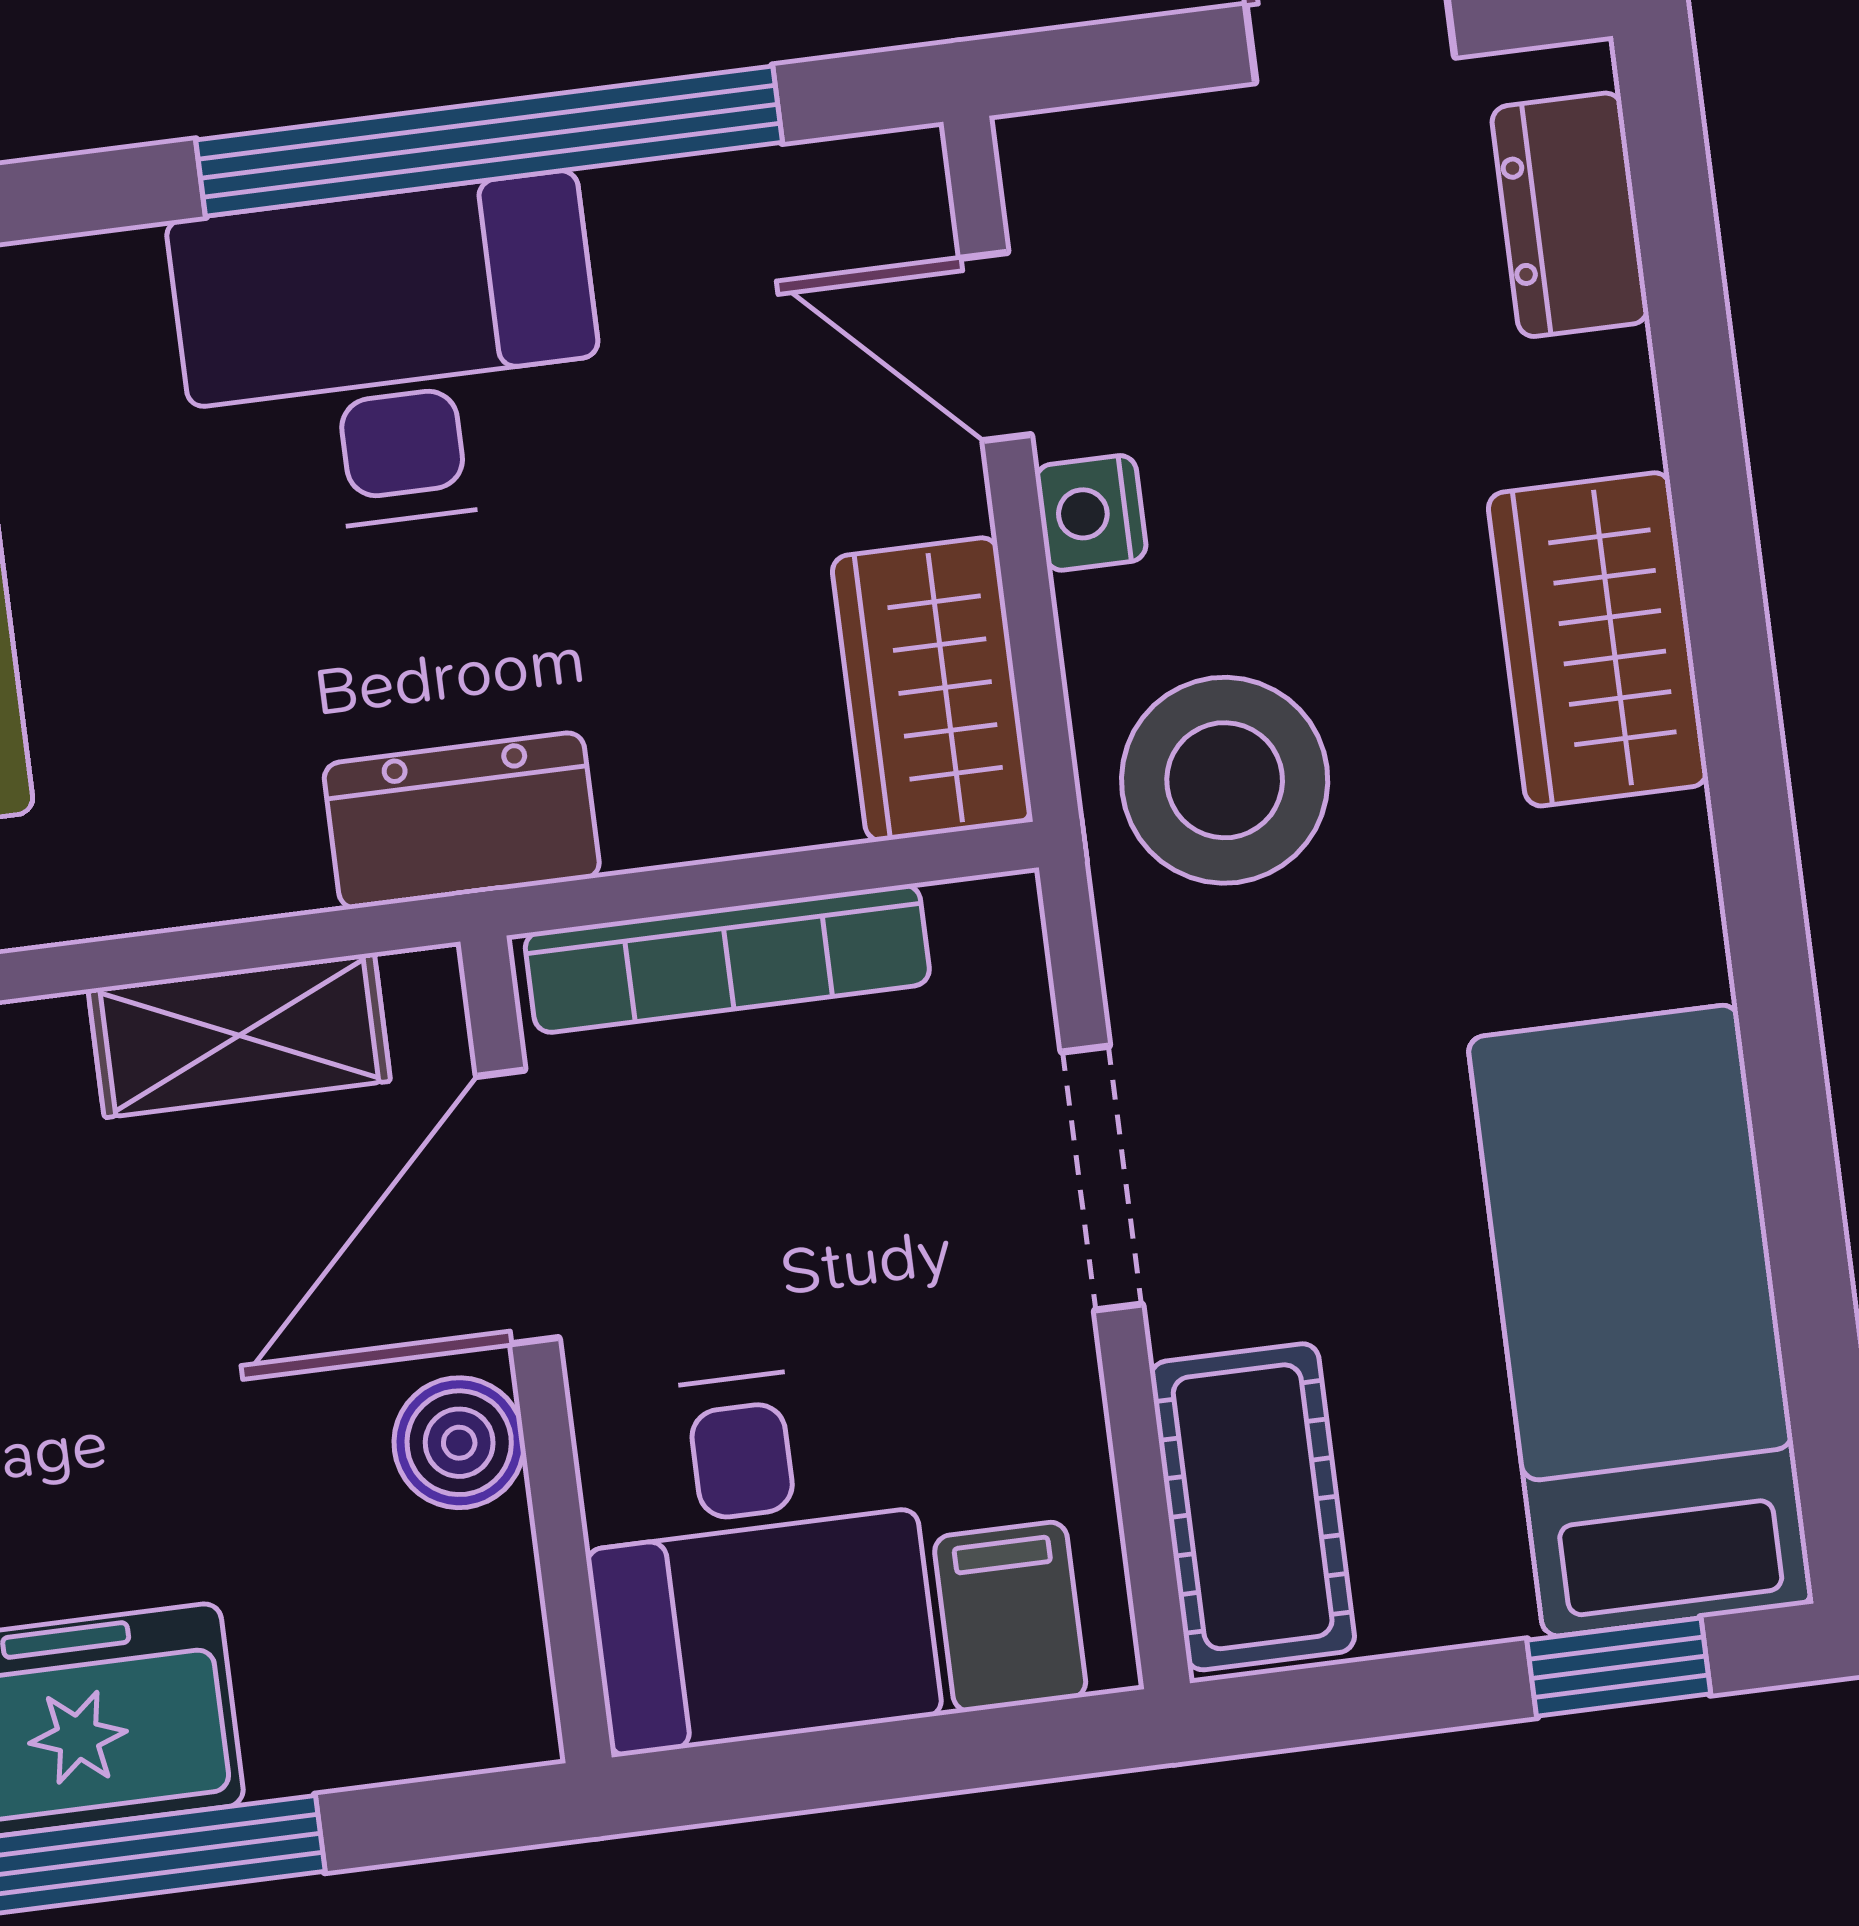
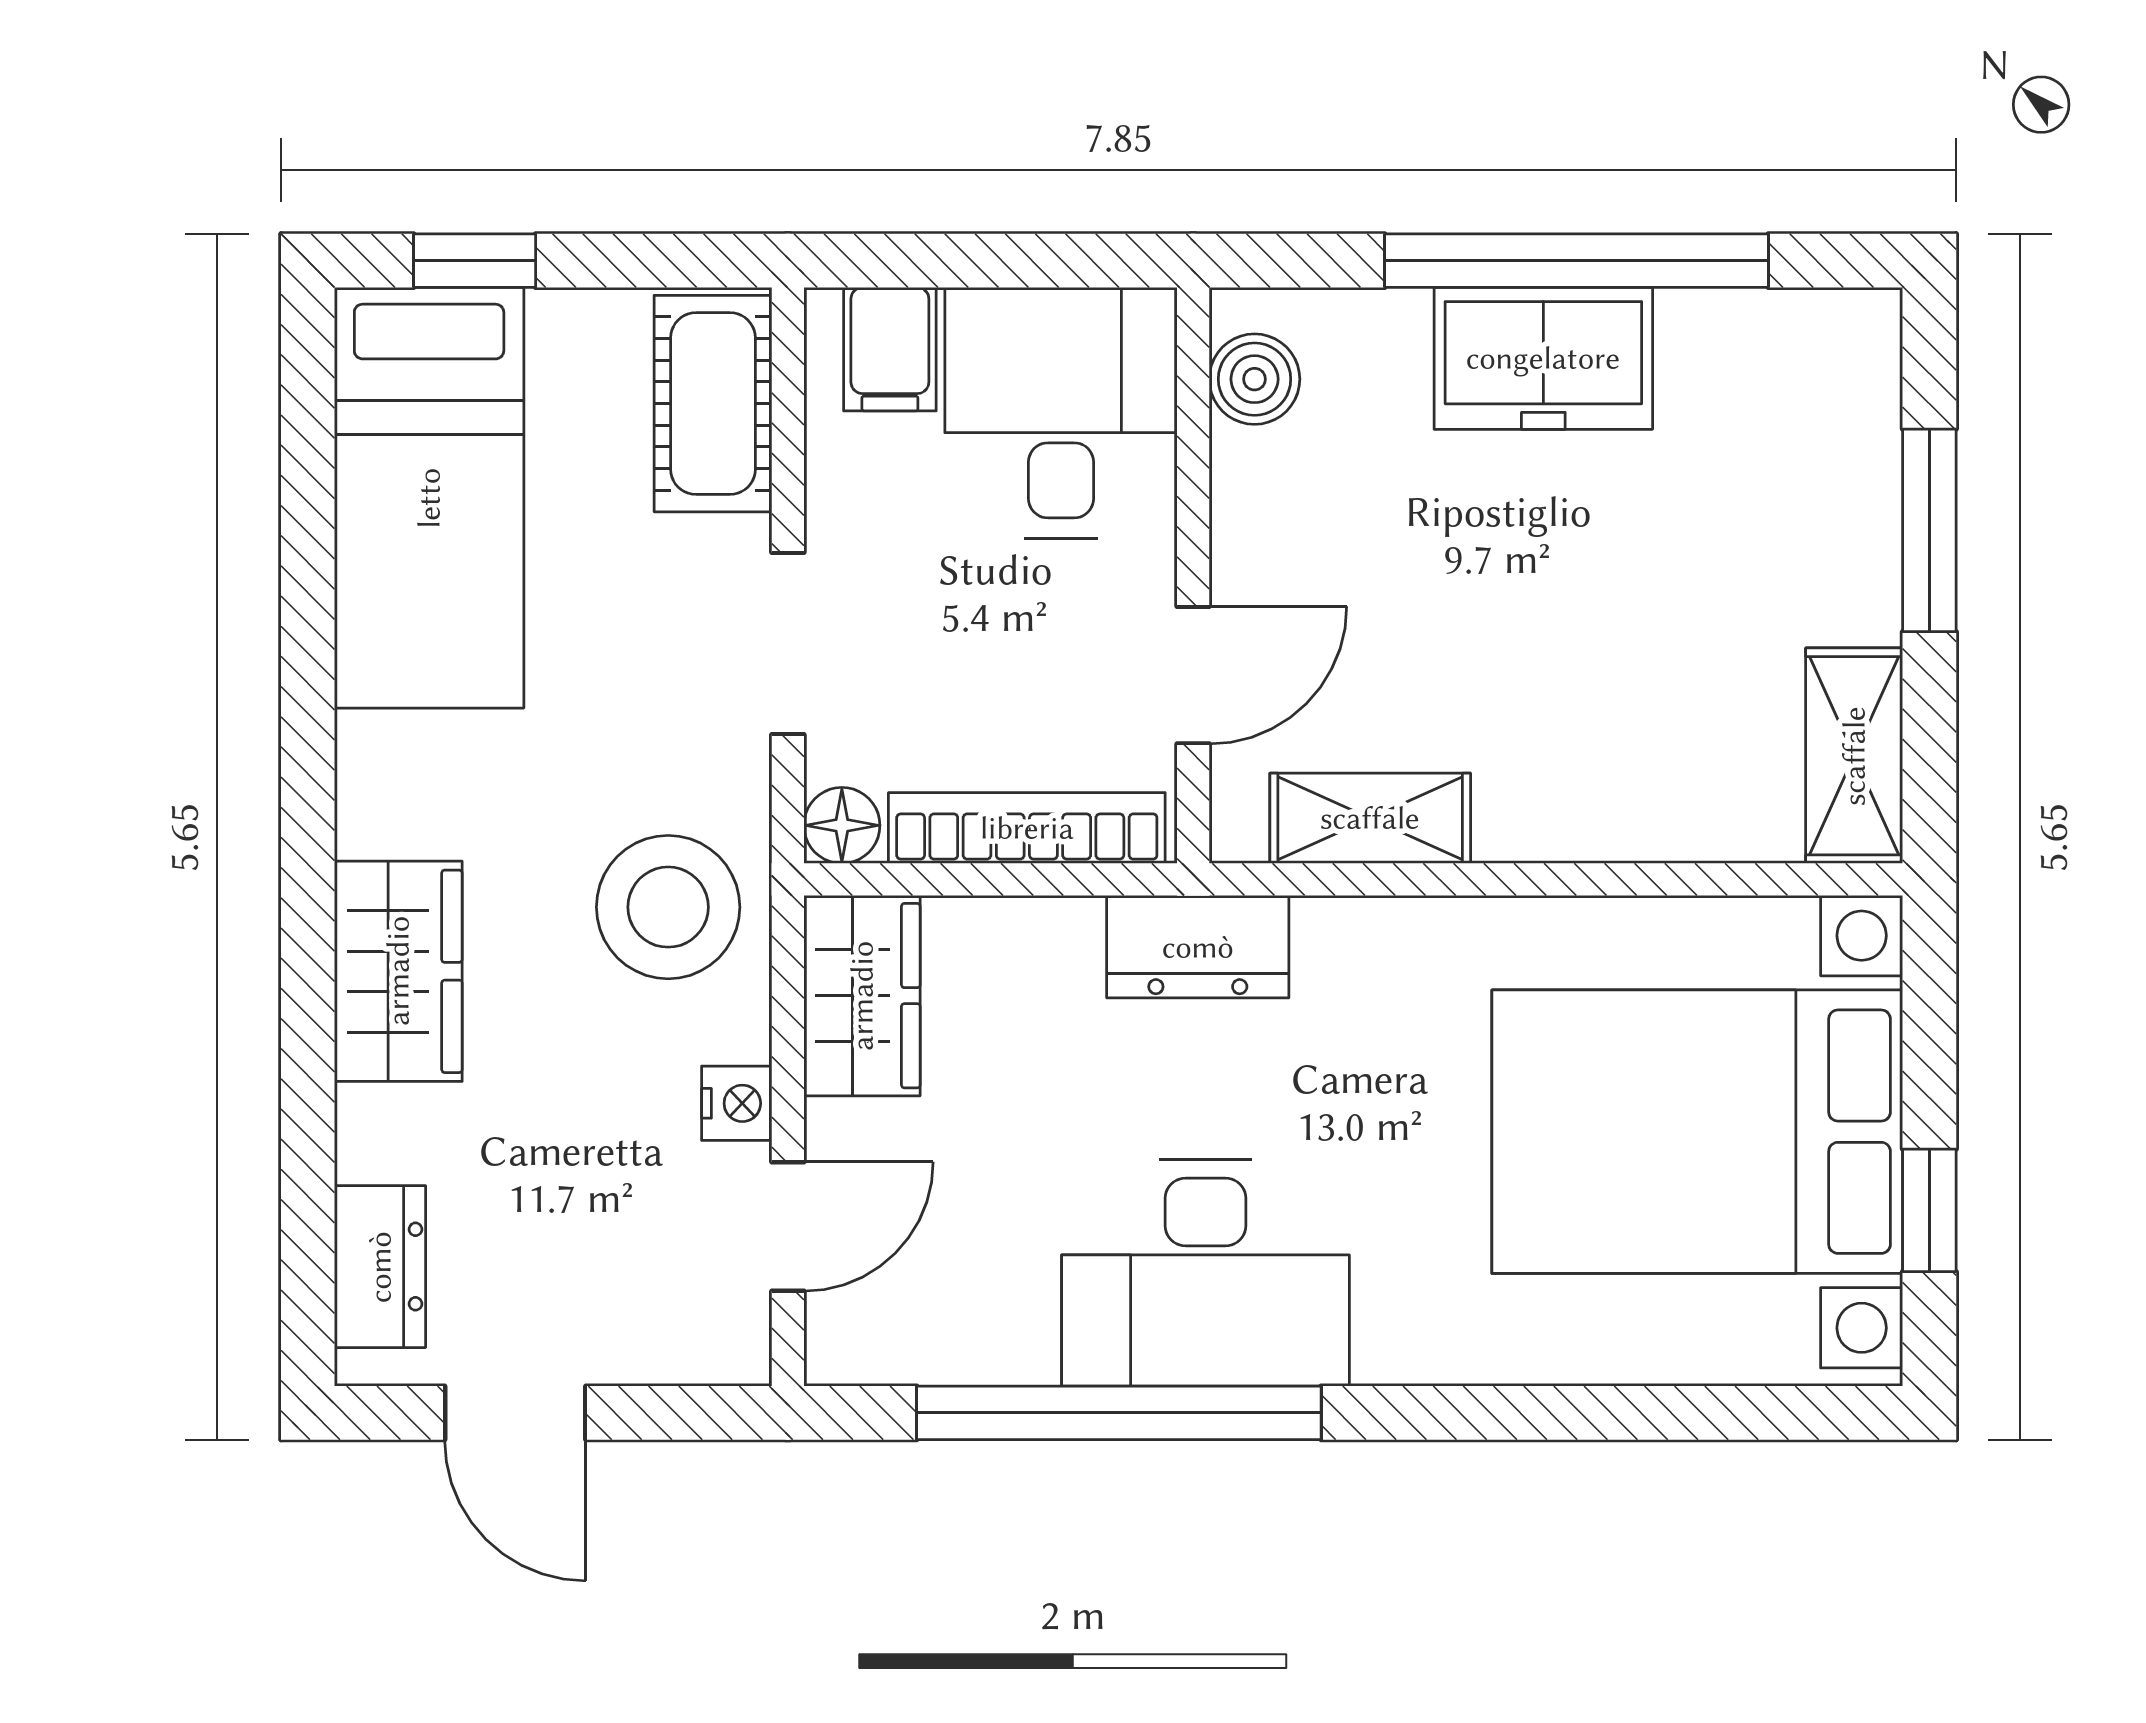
door: (995, 346) -> (788, 1226), hinge flipped
floor lamp: (992, 929) -> (842, 825), added
door: (518, 1207) -> (1193, 675), width x0.73
boiler: (459, 1443) -> (1255, 379), moved

